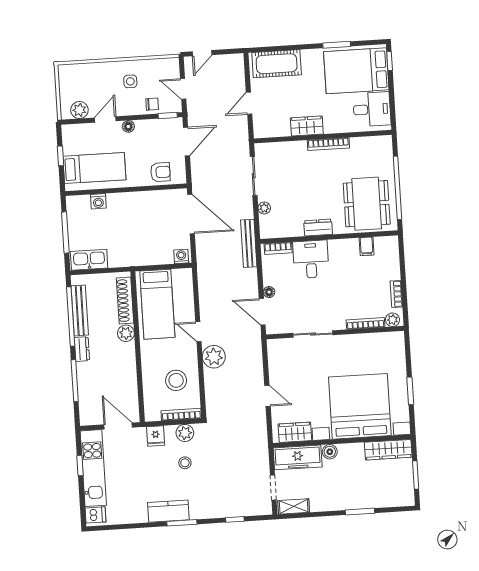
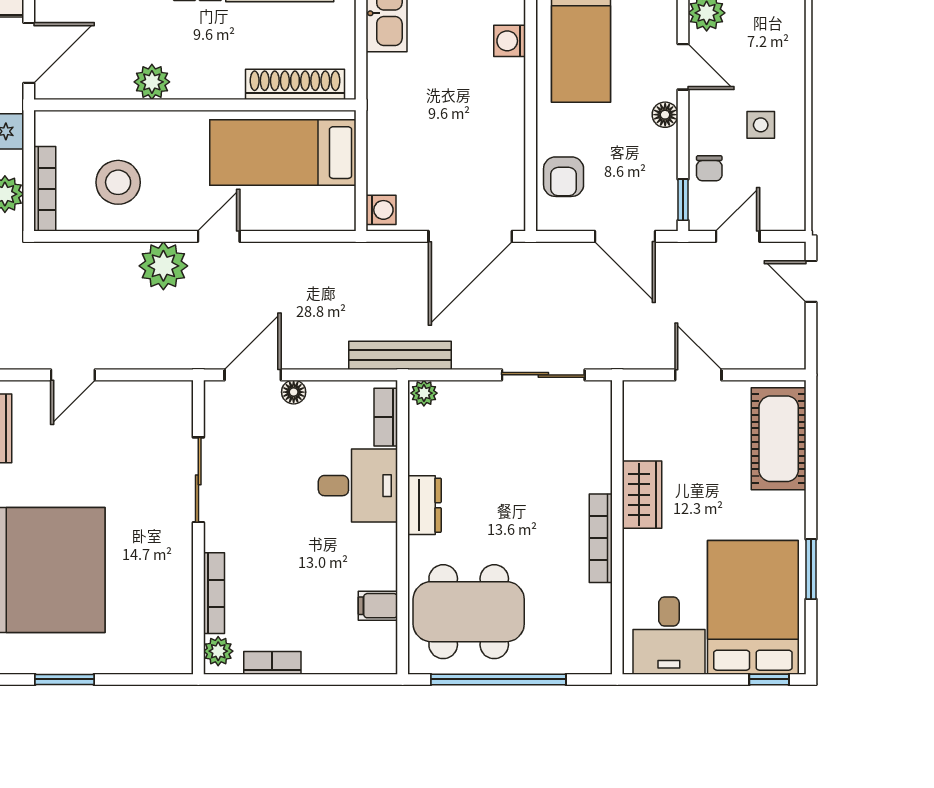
plant: (264, 208) -> (424, 393), moved
plant: (126, 333) -> (152, 82), moved

